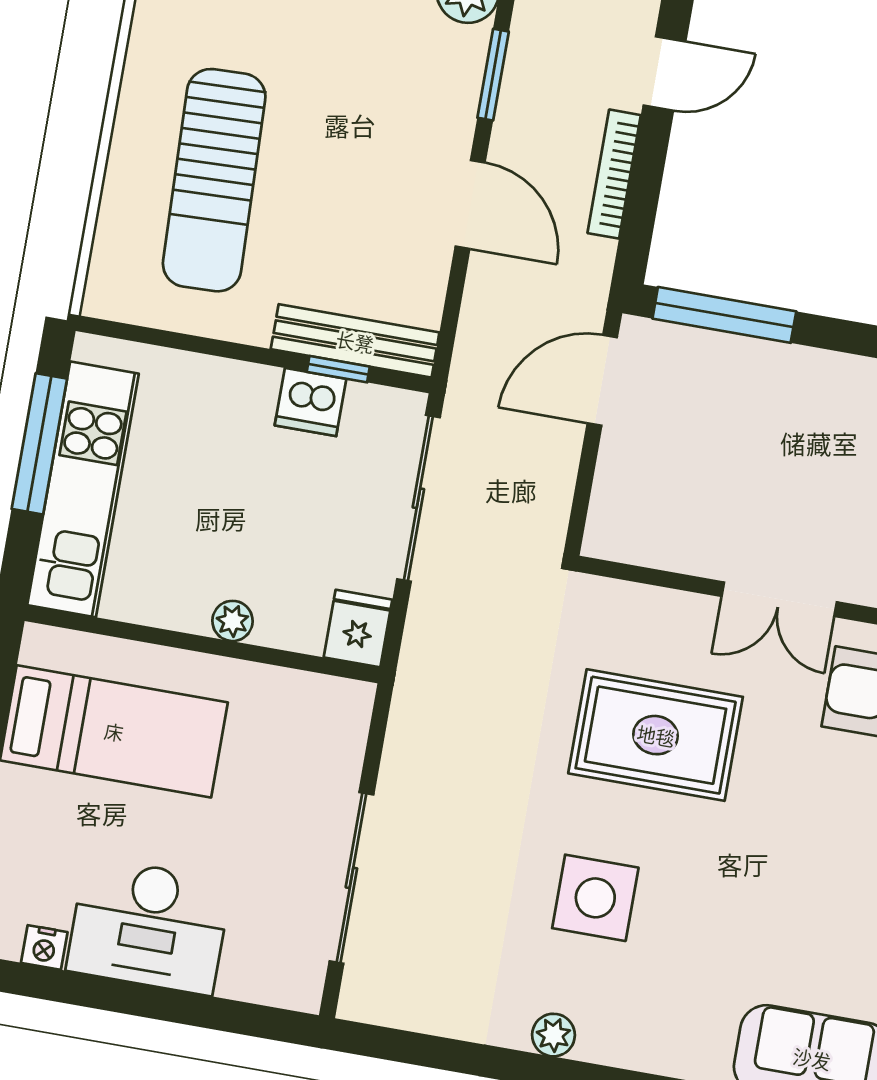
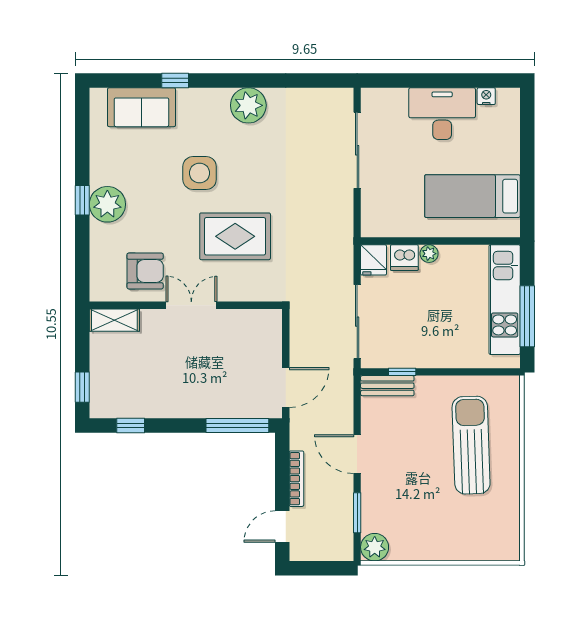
bench: (355, 341) -> (387, 386), width x0.73
dishwasher: (310, 402) -> (404, 258), moved, turned 180
side table: (595, 898) -> (200, 173), moved
plant: (553, 1035) -> (248, 105), width x1.88, depth x1.88

